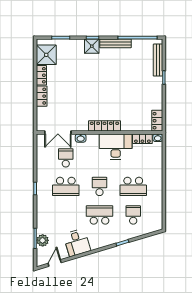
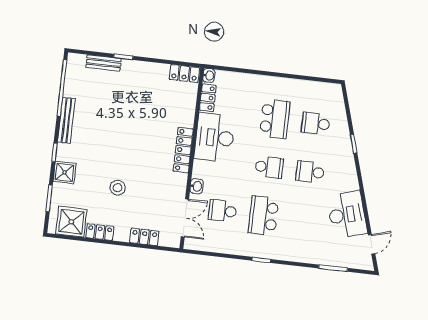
shower: (92, 46) -> (65, 172), moved
bench: (158, 60) -> (104, 63), width x0.73
stool: (73, 84) -> (118, 188), added
locker: (42, 96) -> (144, 237), moved
school desk: (66, 186) -> (263, 216), turned 180
school desk: (99, 186) -> (269, 167), turned 180
school desk: (99, 215) -> (310, 172), width x0.54
plant: (43, 240) -> (337, 258), removed
desk: (77, 243) -> (347, 215), width x1.37
door: (55, 263) -> (372, 244), swing flipped

